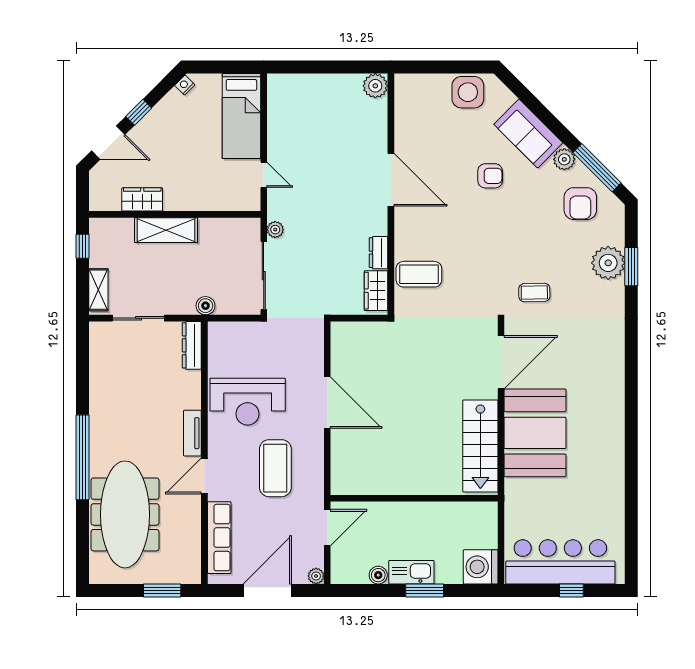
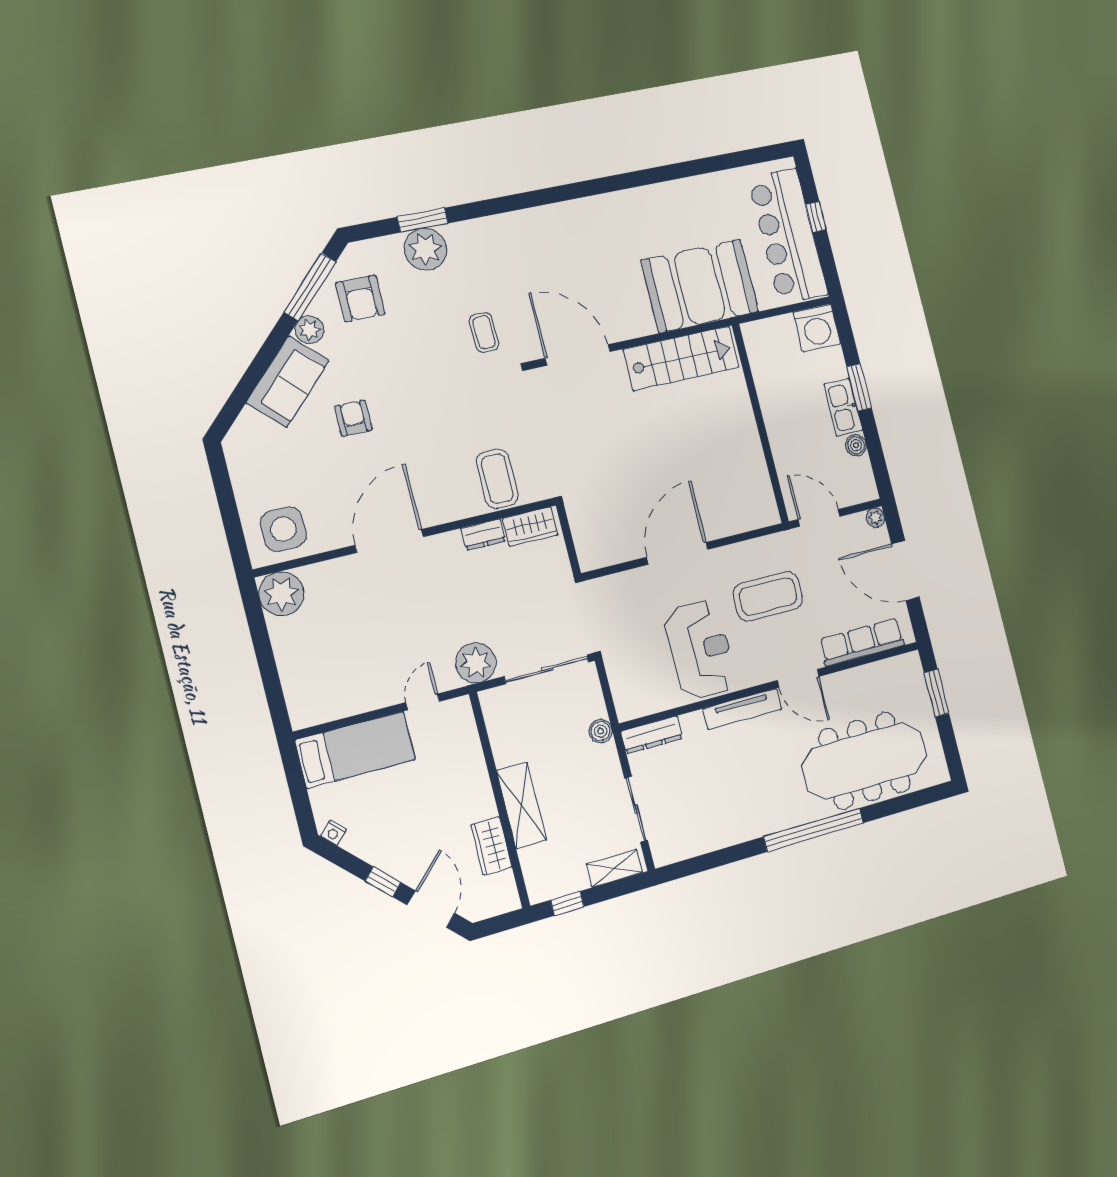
plant: (375, 86) -> (281, 594), width x1.36, depth x1.36
side table: (468, 92) -> (283, 529), moved
armchair: (580, 204) -> (360, 298), turned 90
plant: (275, 230) -> (476, 663), width x1.88, depth x1.88
tv unit: (192, 433) -> (742, 709), width x1.41
booth: (535, 433) -> (700, 286), moved

